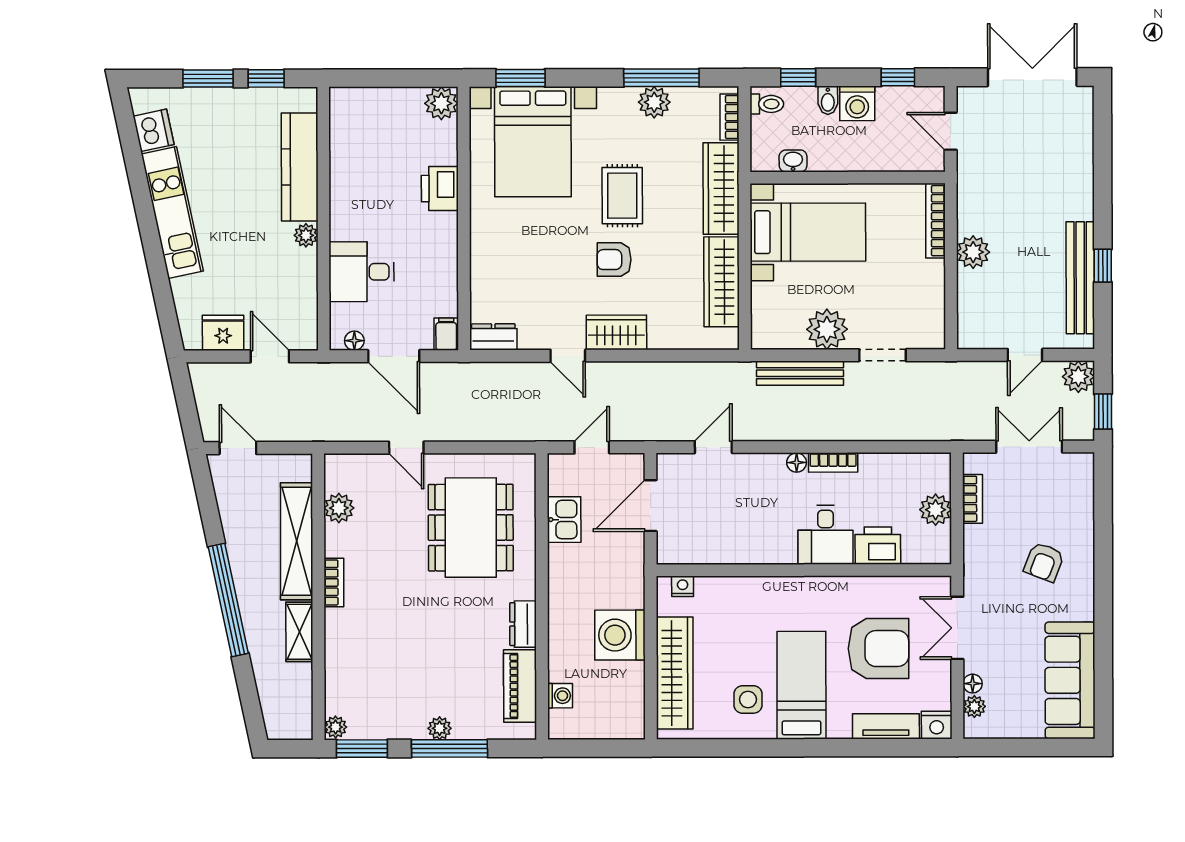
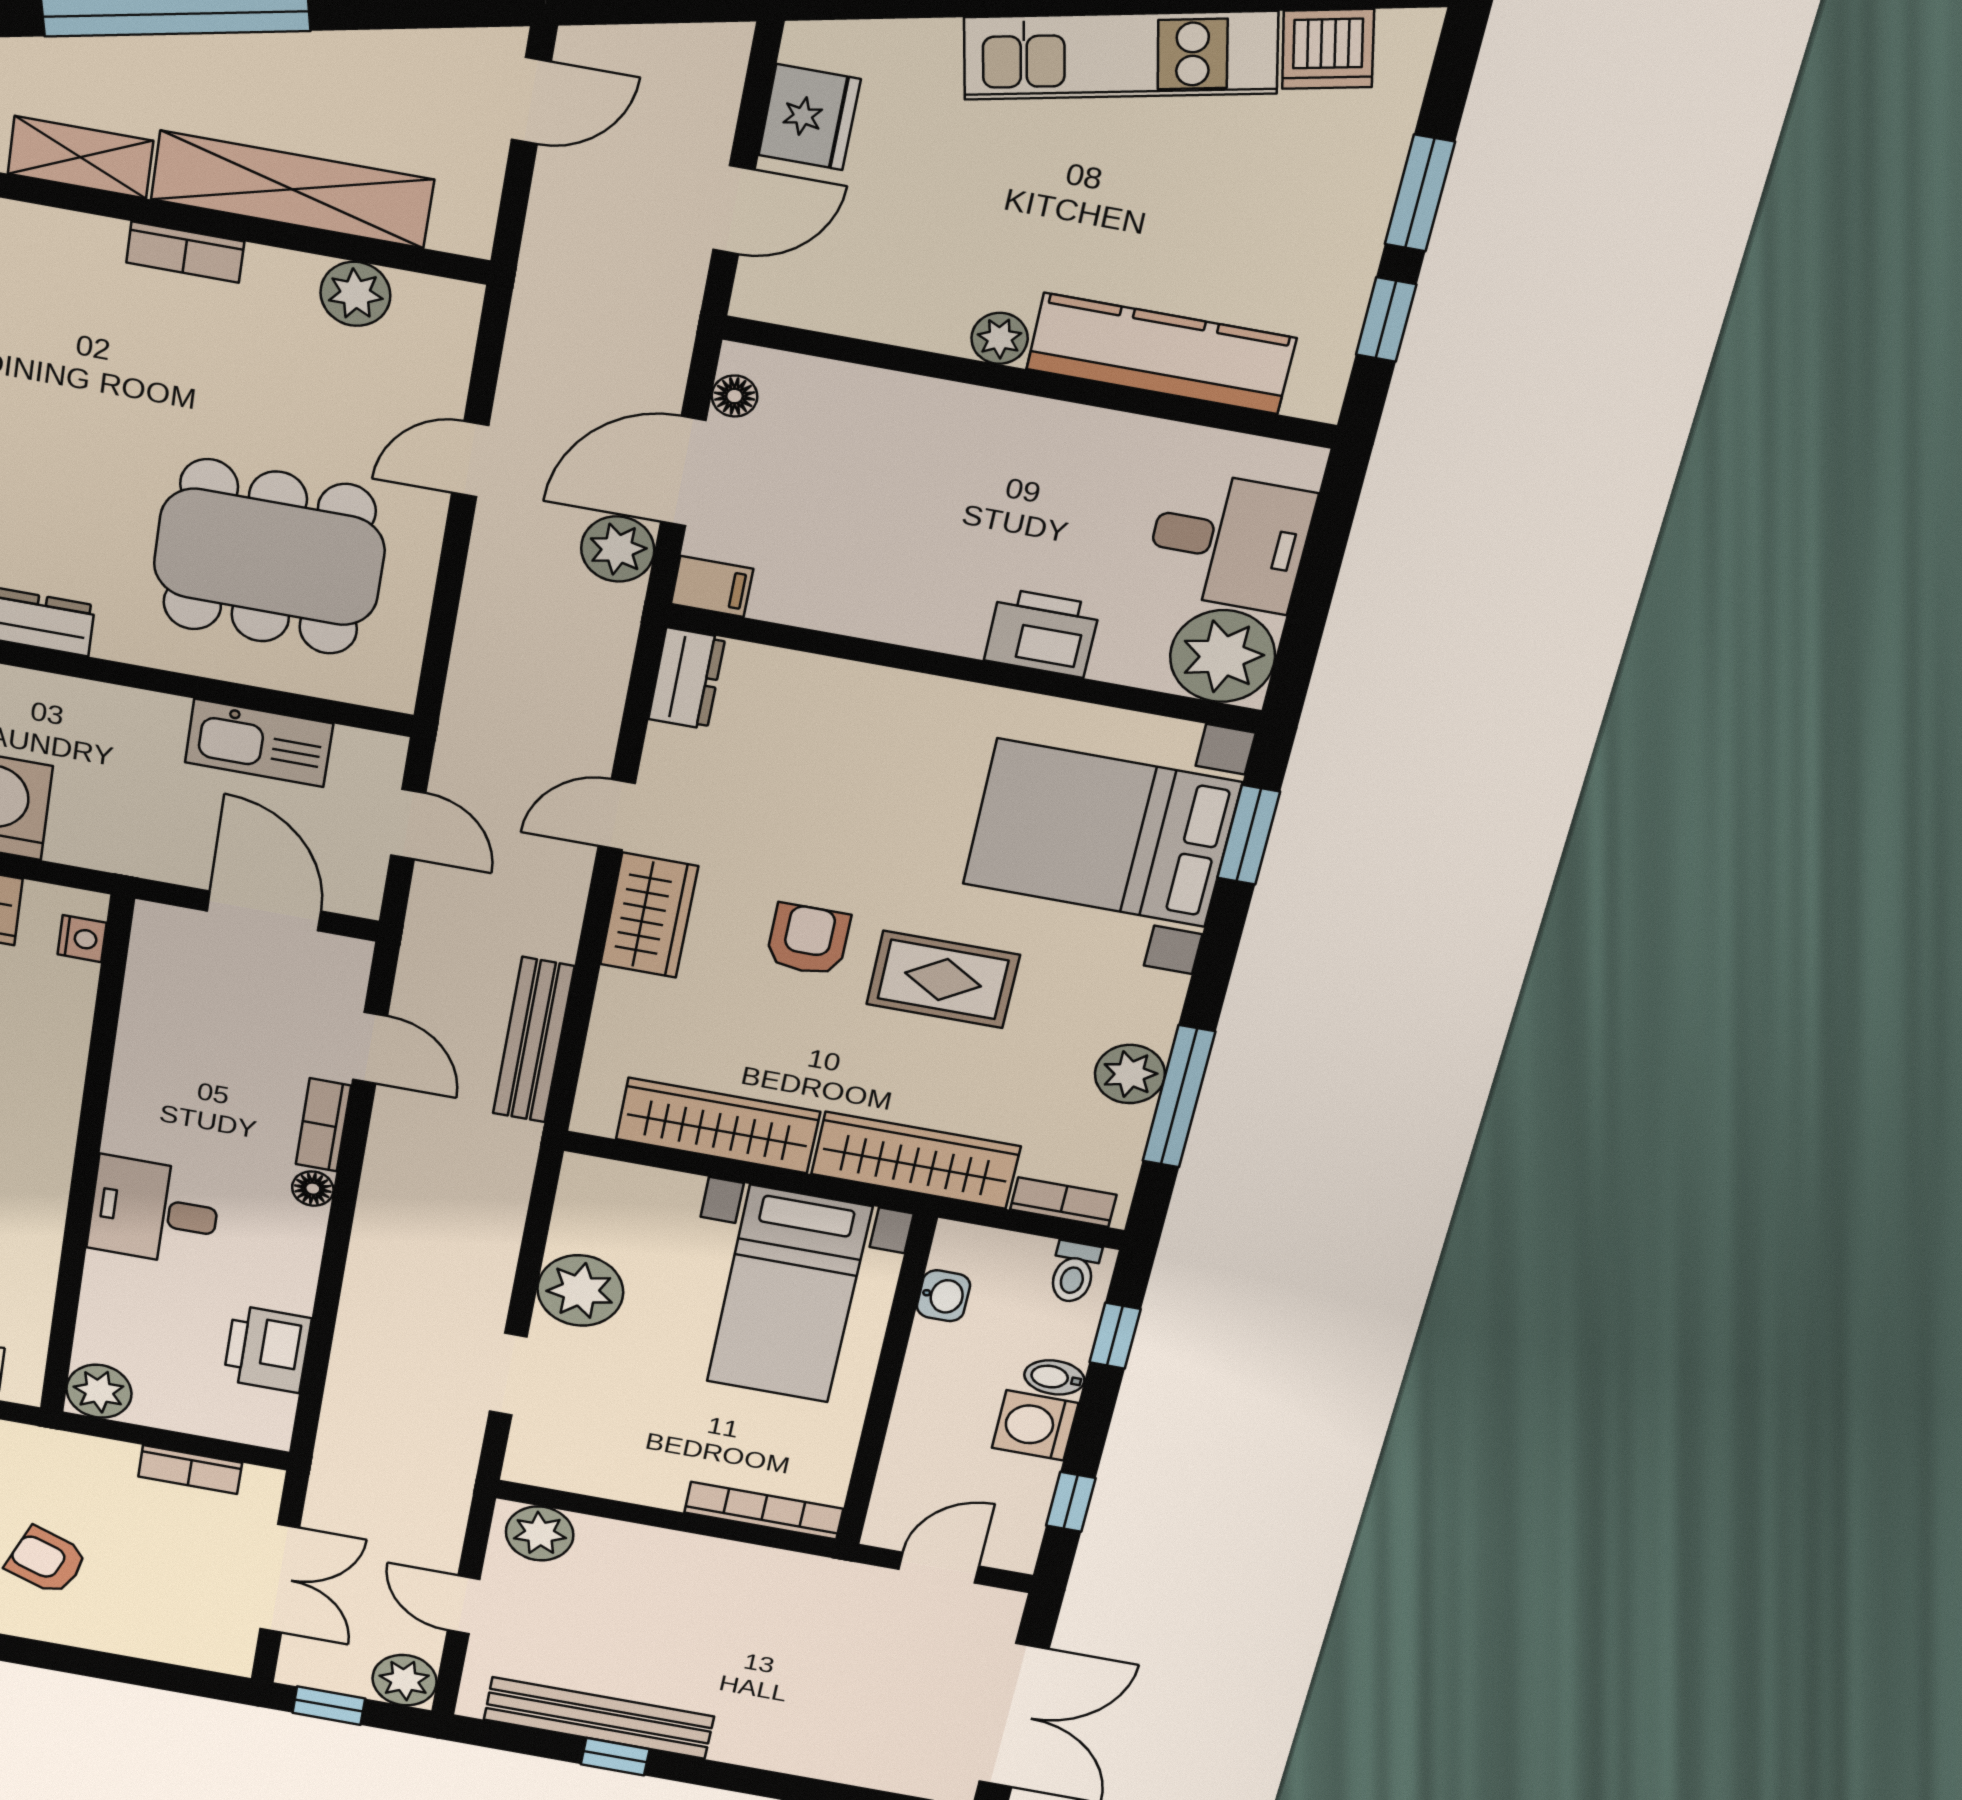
plant: (441, 103) -> (1223, 656), width x1.36, depth x1.36
plant: (973, 252) -> (540, 1533), moved
desk: (362, 272) -> (1229, 541), moved, turned 90
bench: (800, 373) -> (534, 1040), moved
plant: (436, 378) -> (618, 549), added
bookcase: (833, 462) -> (323, 1125), moved
plant: (936, 510) -> (99, 1391), moved
kitchen sink: (564, 520) -> (259, 743), width x1.38
printer: (878, 546) -> (267, 1349), moved, turned 180

